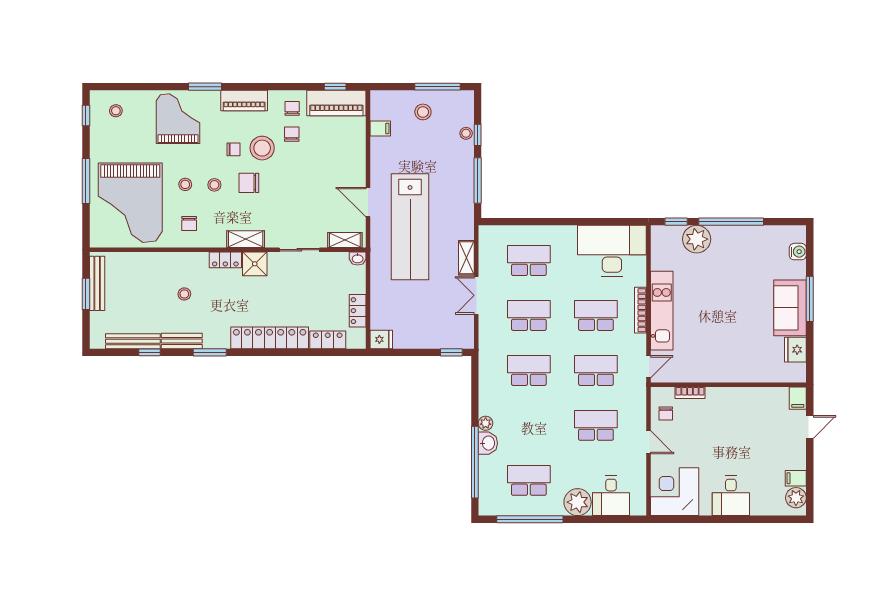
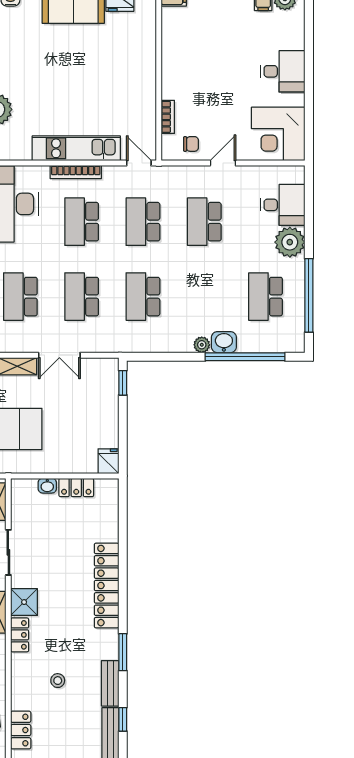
washbasin: (358, 258) -> (47, 486), moved, turned 90
locker: (328, 340) -> (21, 730), moved, turned 180

